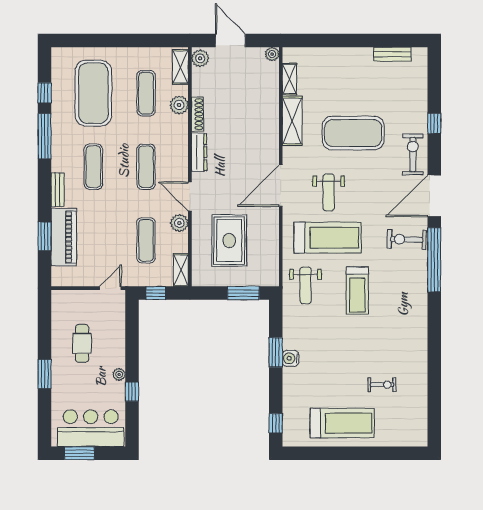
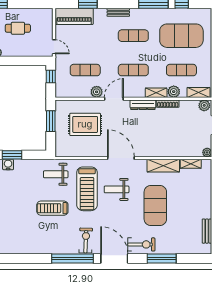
window: (434, 123) -> (162, 258), width x2.17
piano: (64, 237) -> (74, 16), moved
shelving: (181, 270) -> (156, 93), moved
window: (243, 293) -> (51, 121), moved

